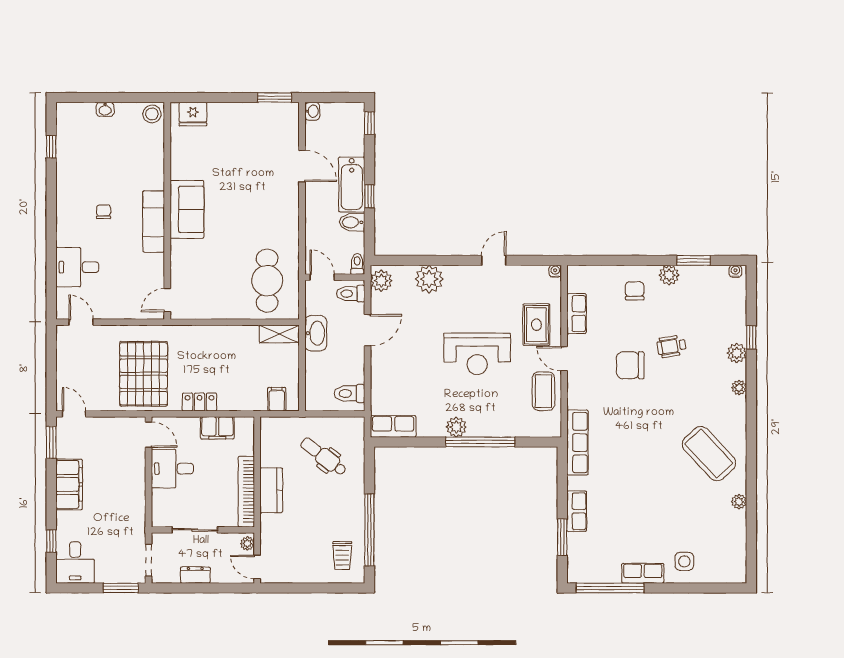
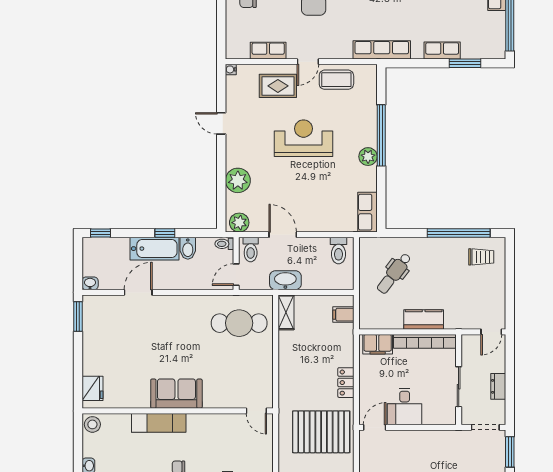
exam couch: (154, 221) -> (159, 423), moved
reception desk: (477, 354) -> (303, 138), turned -90
filing cabinet: (217, 428) -> (378, 344), moved, turned 90
plant: (247, 543) -> (471, 340), removed

